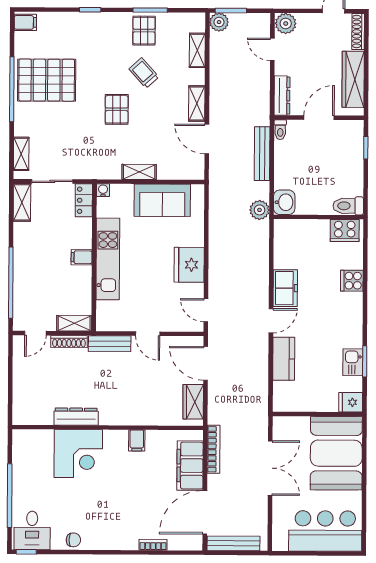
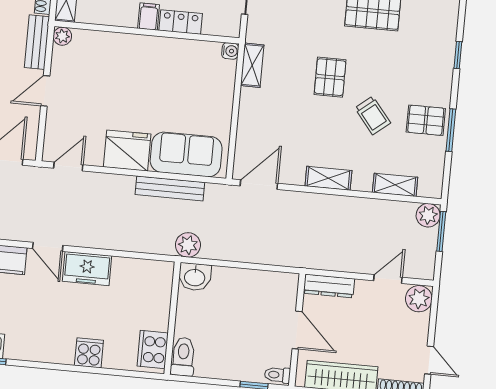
trolley: (144, 73) -> (373, 115), turned 93
pallet: (117, 109) -> (330, 77), turned 90
toilet: (280, 130) -> (277, 375), moved
door: (207, 139) -> (259, 185), moved
bench: (262, 154) -> (170, 188), moved
shelving: (139, 172) -> (252, 65), moved
locker: (84, 200) -> (181, 22), moved
sofa: (162, 200) -> (186, 154), moved, turned 90
kitchen unit: (108, 259) -> (143, 49), removed
plant: (103, 324) -> (62, 36), added

